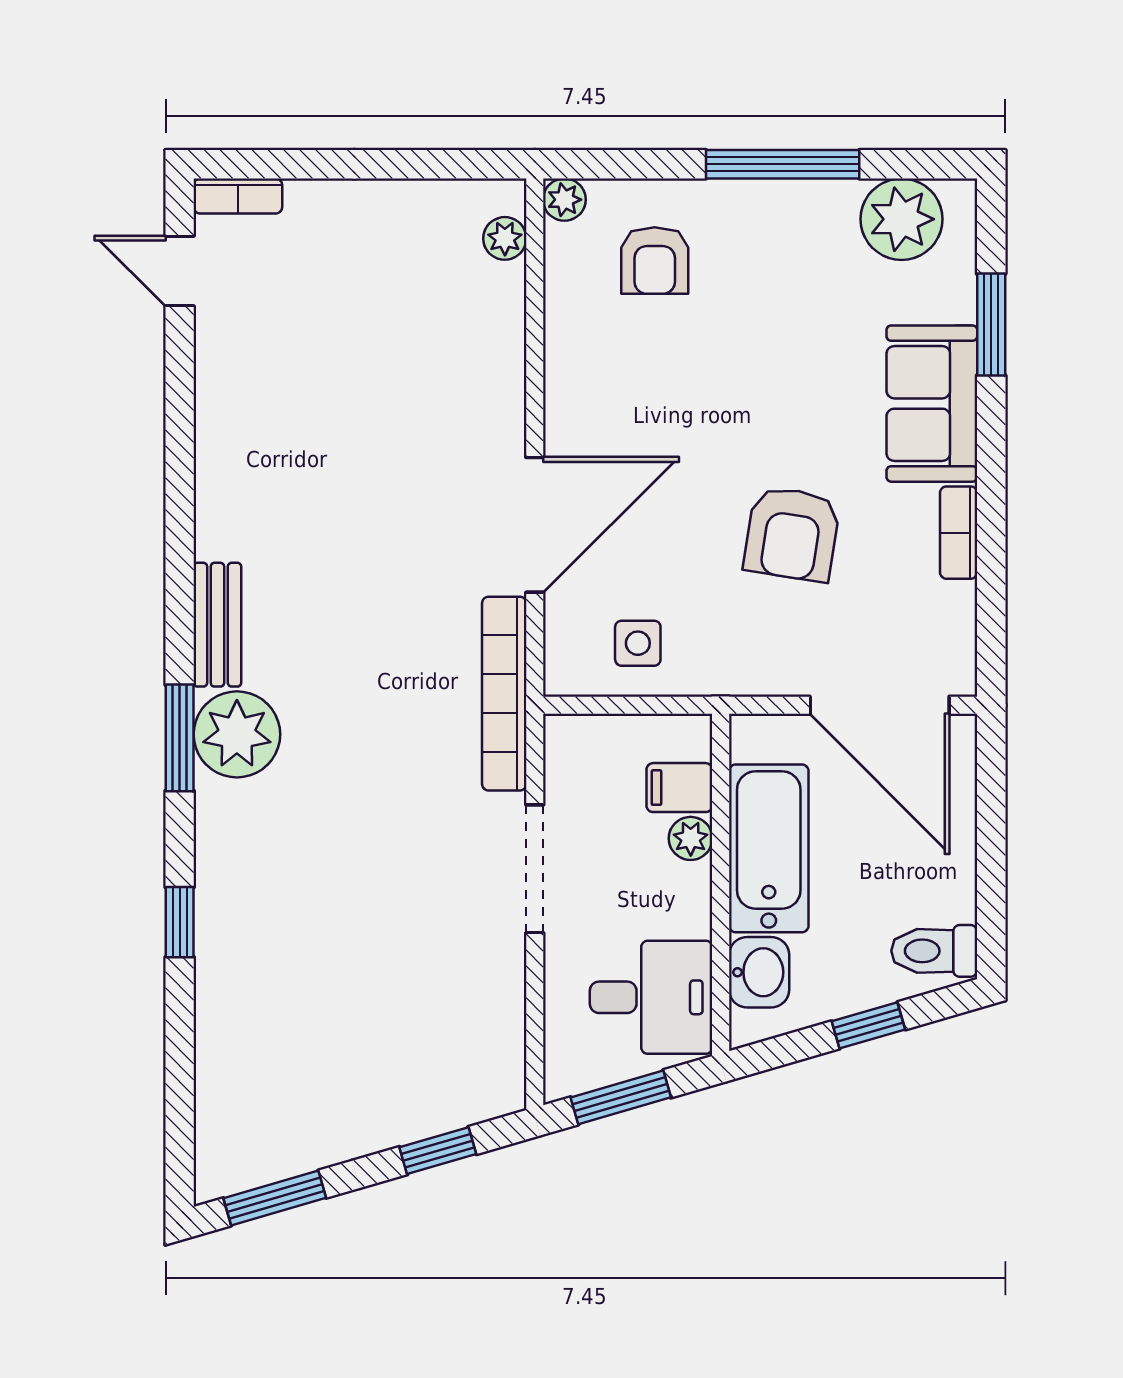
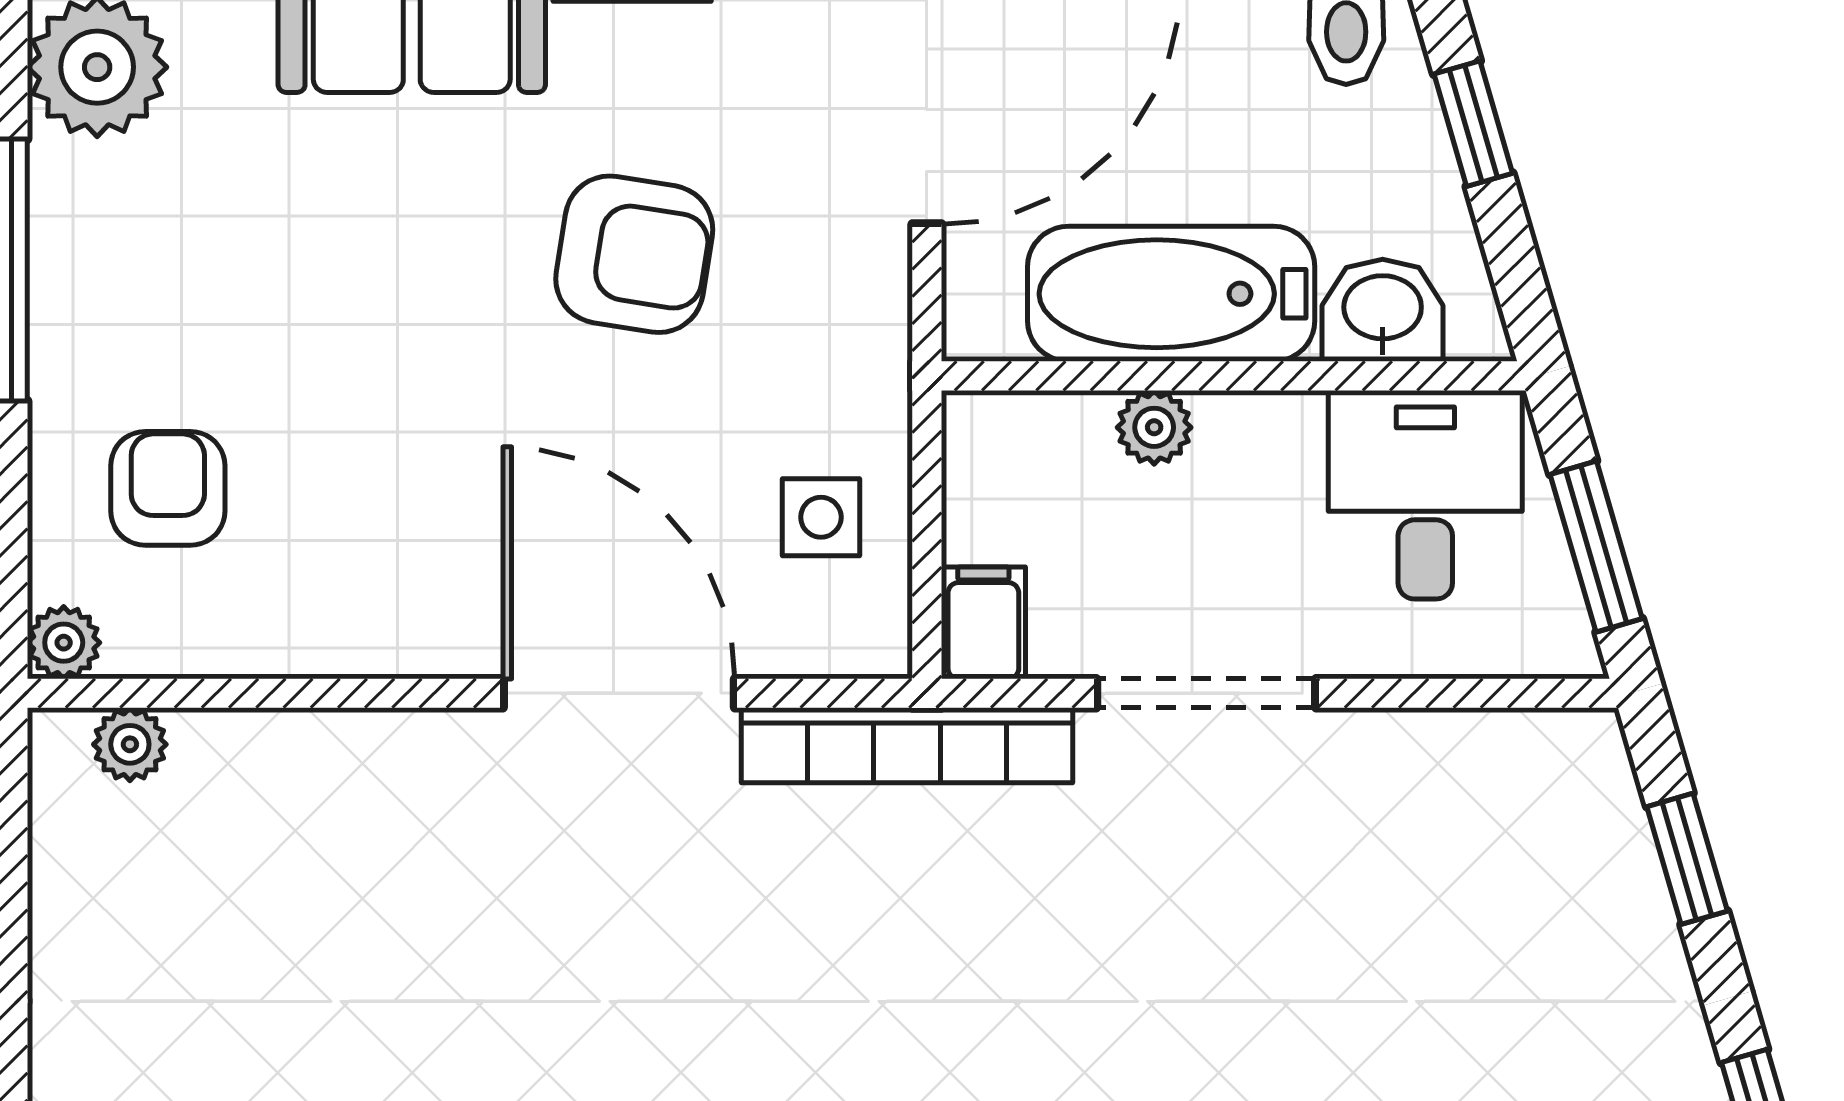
armchair: (655, 261) -> (168, 488), turned -90
filing cabinet: (679, 788) -> (983, 623), moved, turned 180

